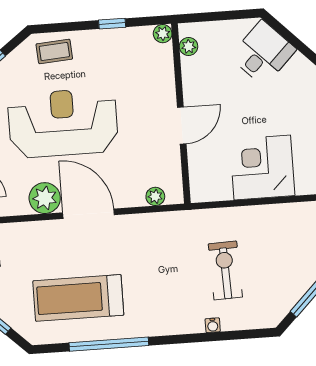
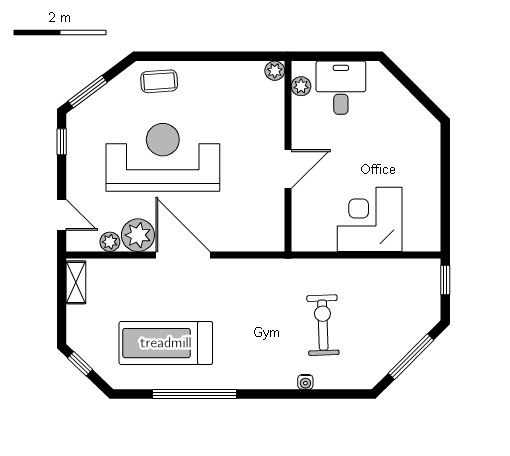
window: (112, 24) -> (222, 56), removed
desk: (263, 53) -> (341, 88), moved, turned -45
plant: (155, 196) -> (110, 242), moved

